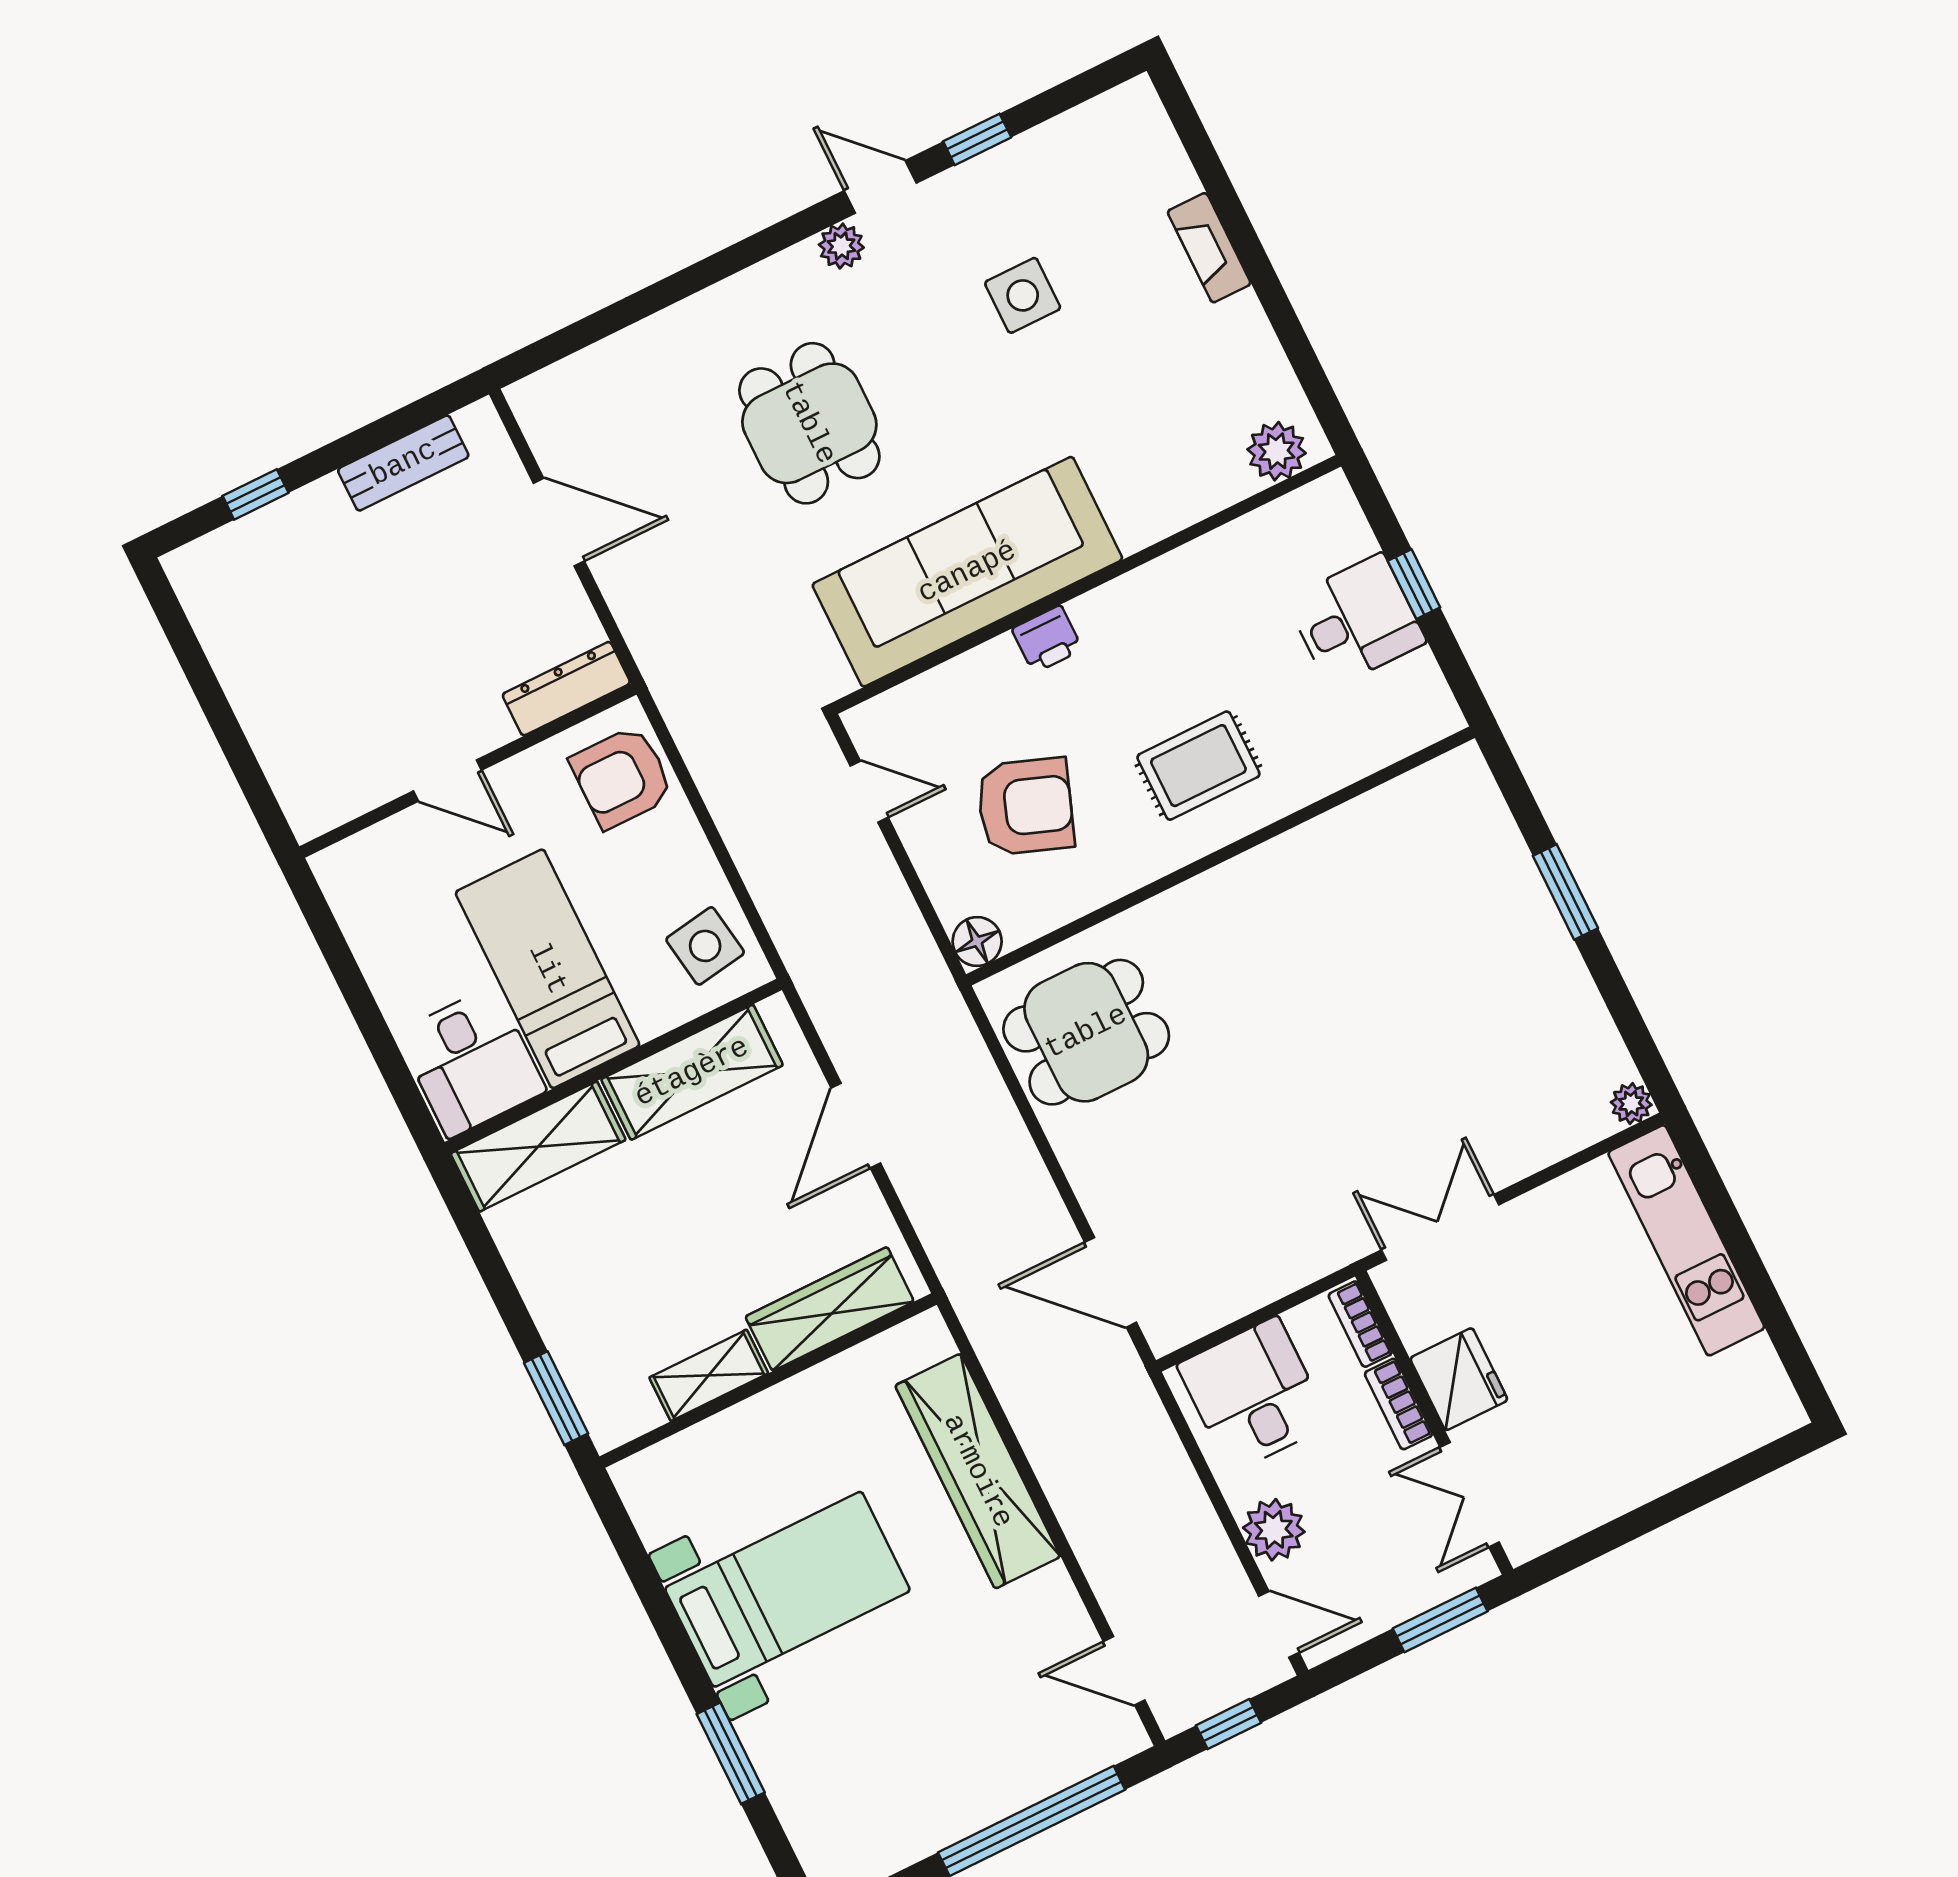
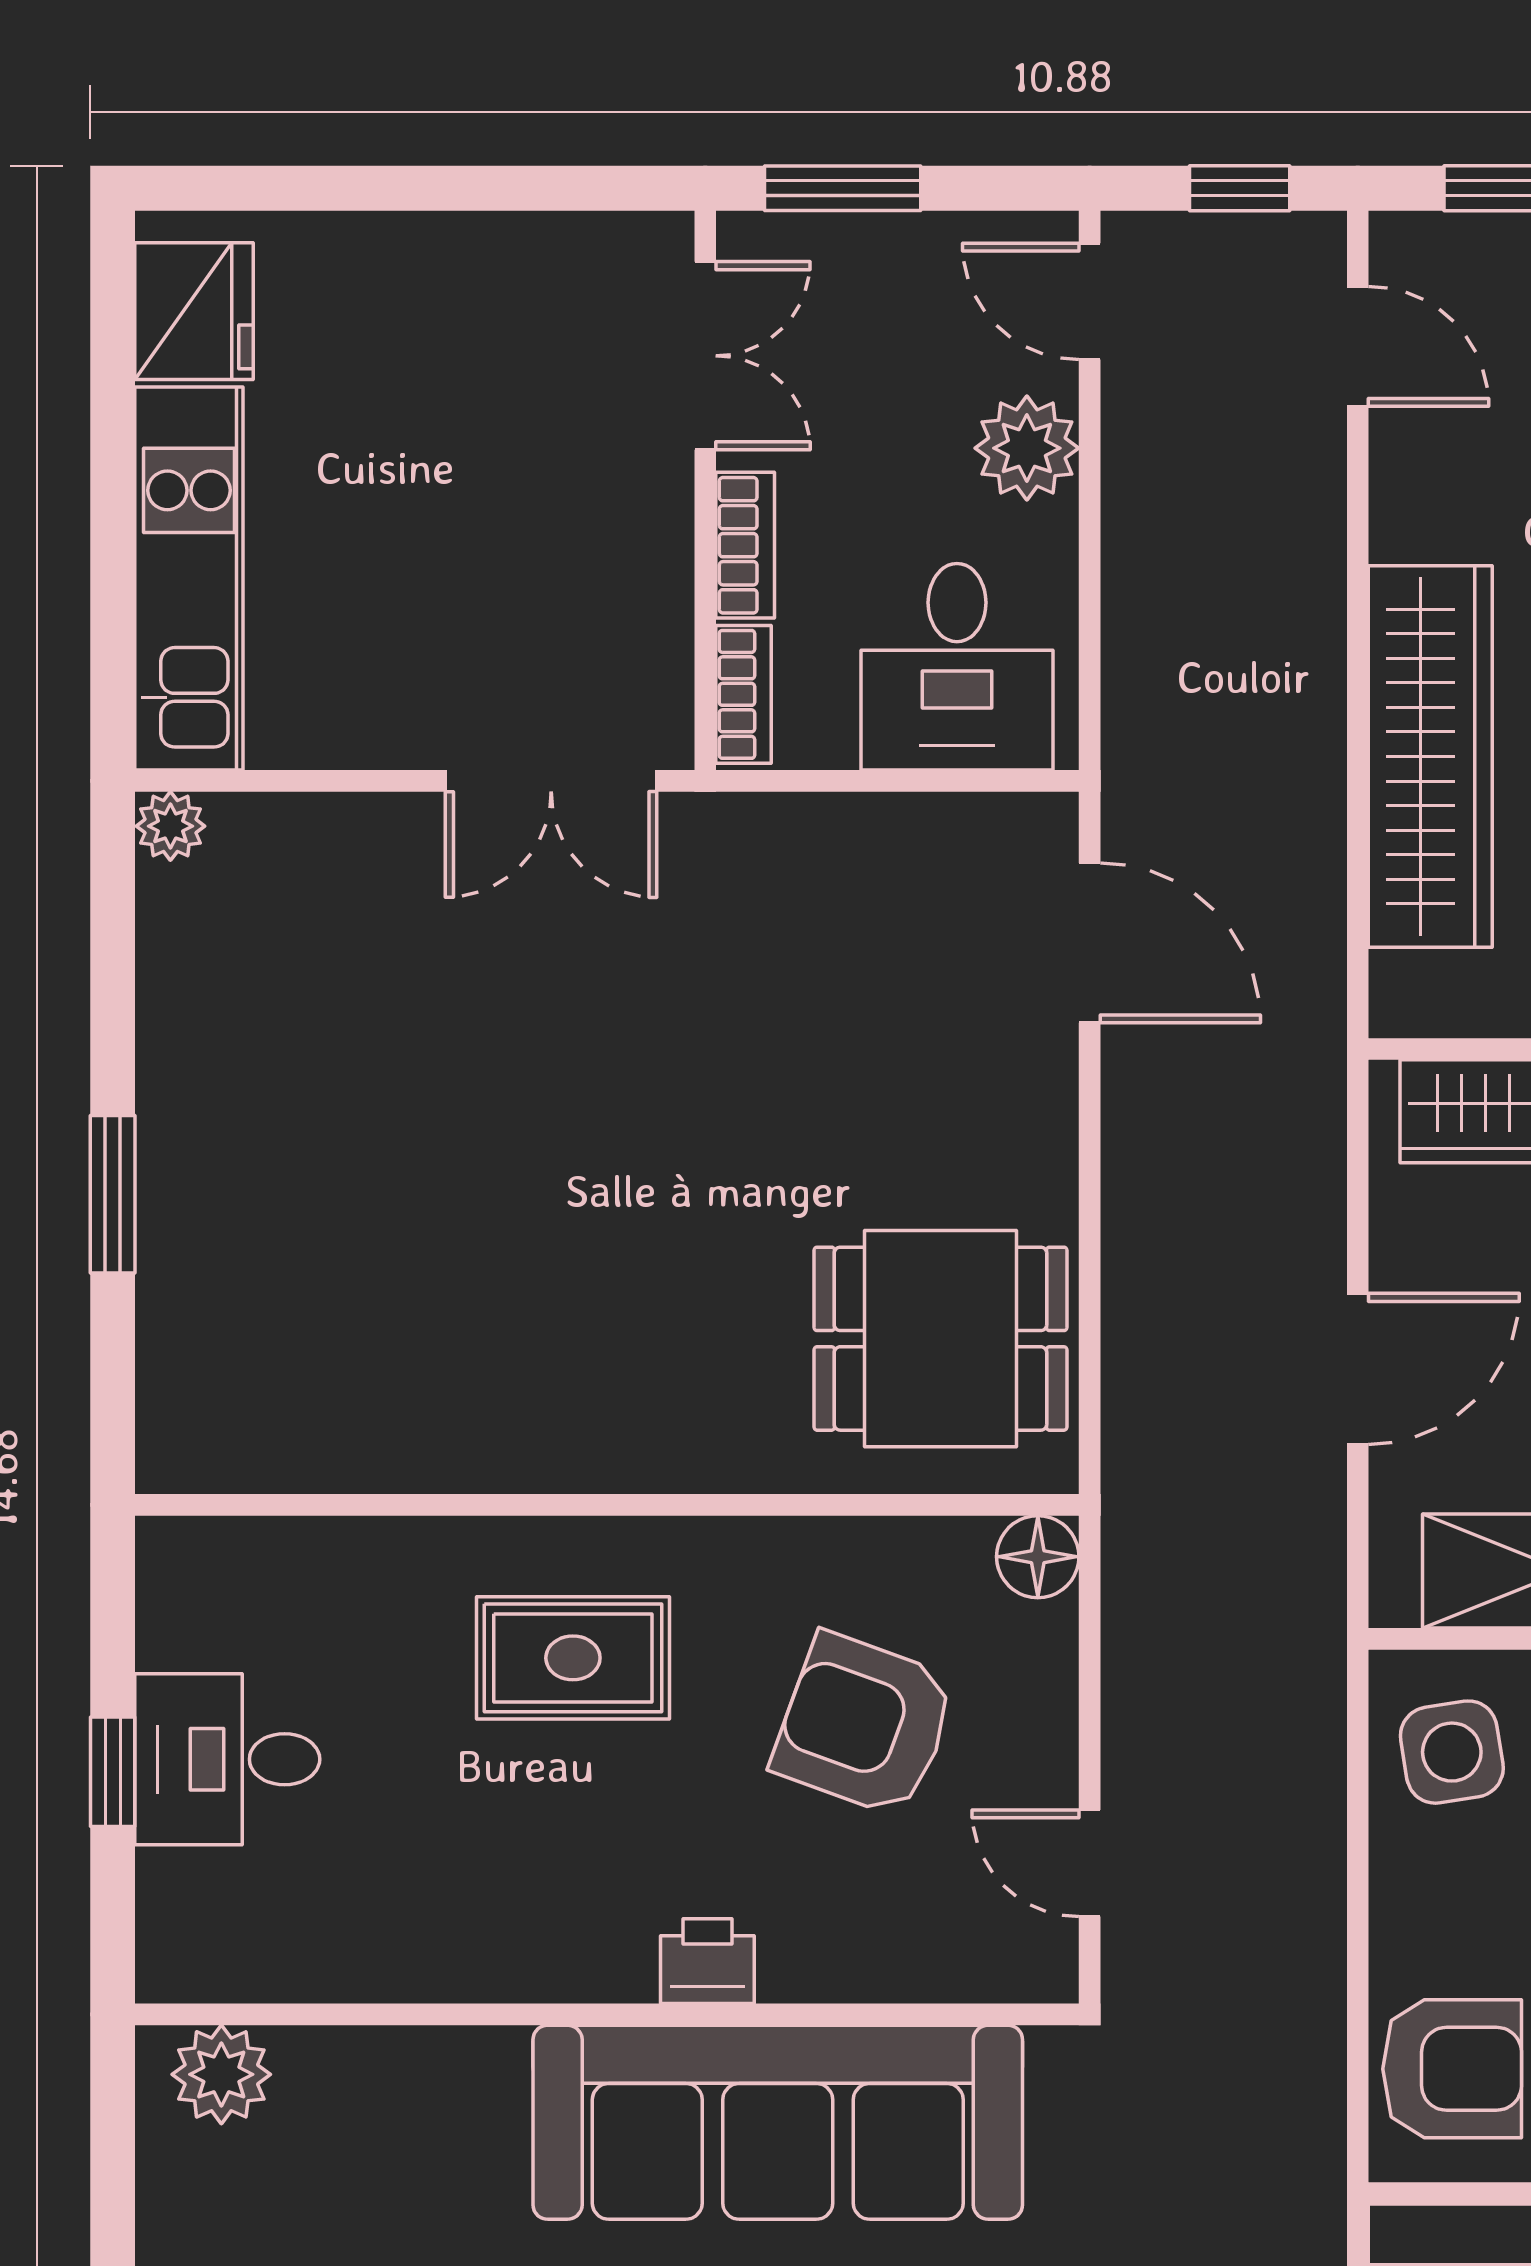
fridge: (1459, 1379) -> (194, 311), moved, turned 180

